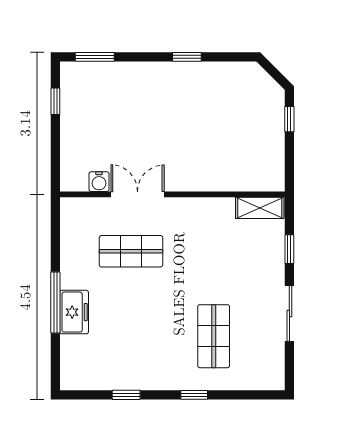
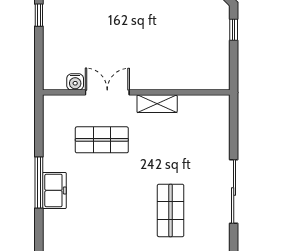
shelving: (260, 208) -> (157, 104), moved
window: (289, 249) -> (234, 138), removed
sliding door: (289, 313) -> (234, 192), width x1.37

